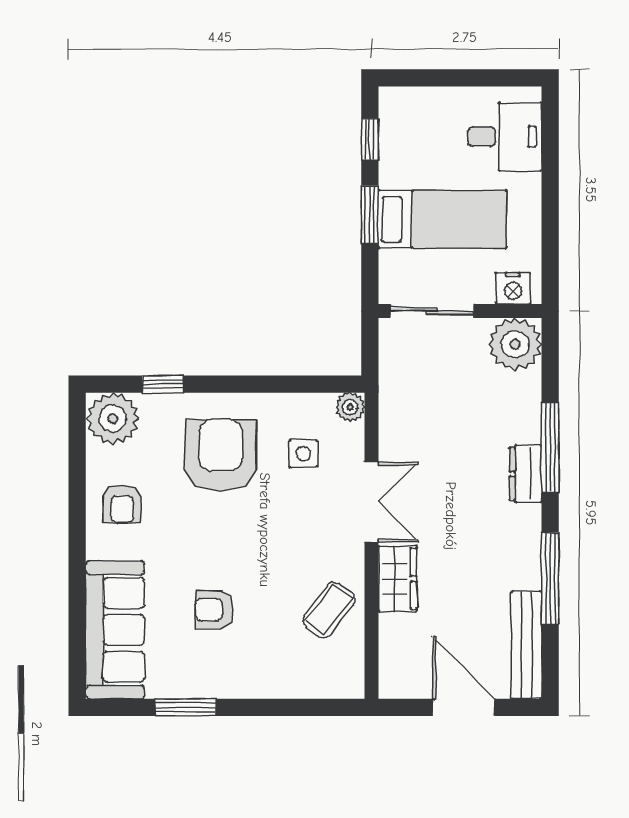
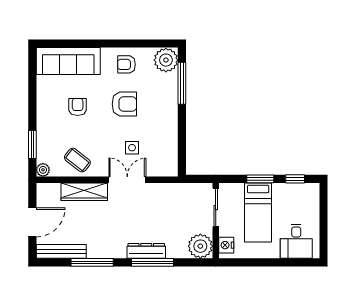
window: (163, 384) -> (182, 83), width x2.17
plant: (350, 407) -> (43, 170), moved
side table: (303, 454) -> (132, 148), moved
armchair: (221, 455) -> (124, 104), moved, width x0.73, depth x0.73
dresser: (525, 474) -> (146, 251), width x1.44
double door: (371, 502) -> (127, 180), swing flipped
wardrobe: (398, 579) -> (84, 192), width x1.50
window: (185, 707) -> (32, 144), moved

